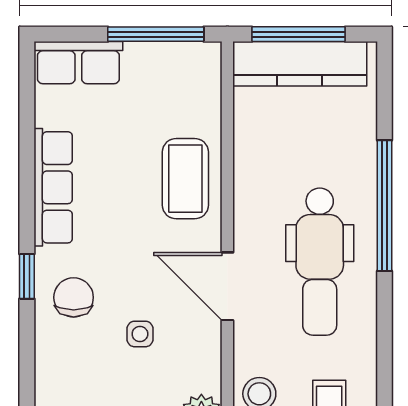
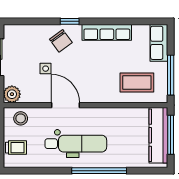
coffee table: (185, 179) -> (137, 82), moved
dental chair: (320, 262) -> (76, 144), turned 180
door: (227, 286) -> (65, 105), hinge flipped
chair: (74, 297) -> (61, 41), turned 54

